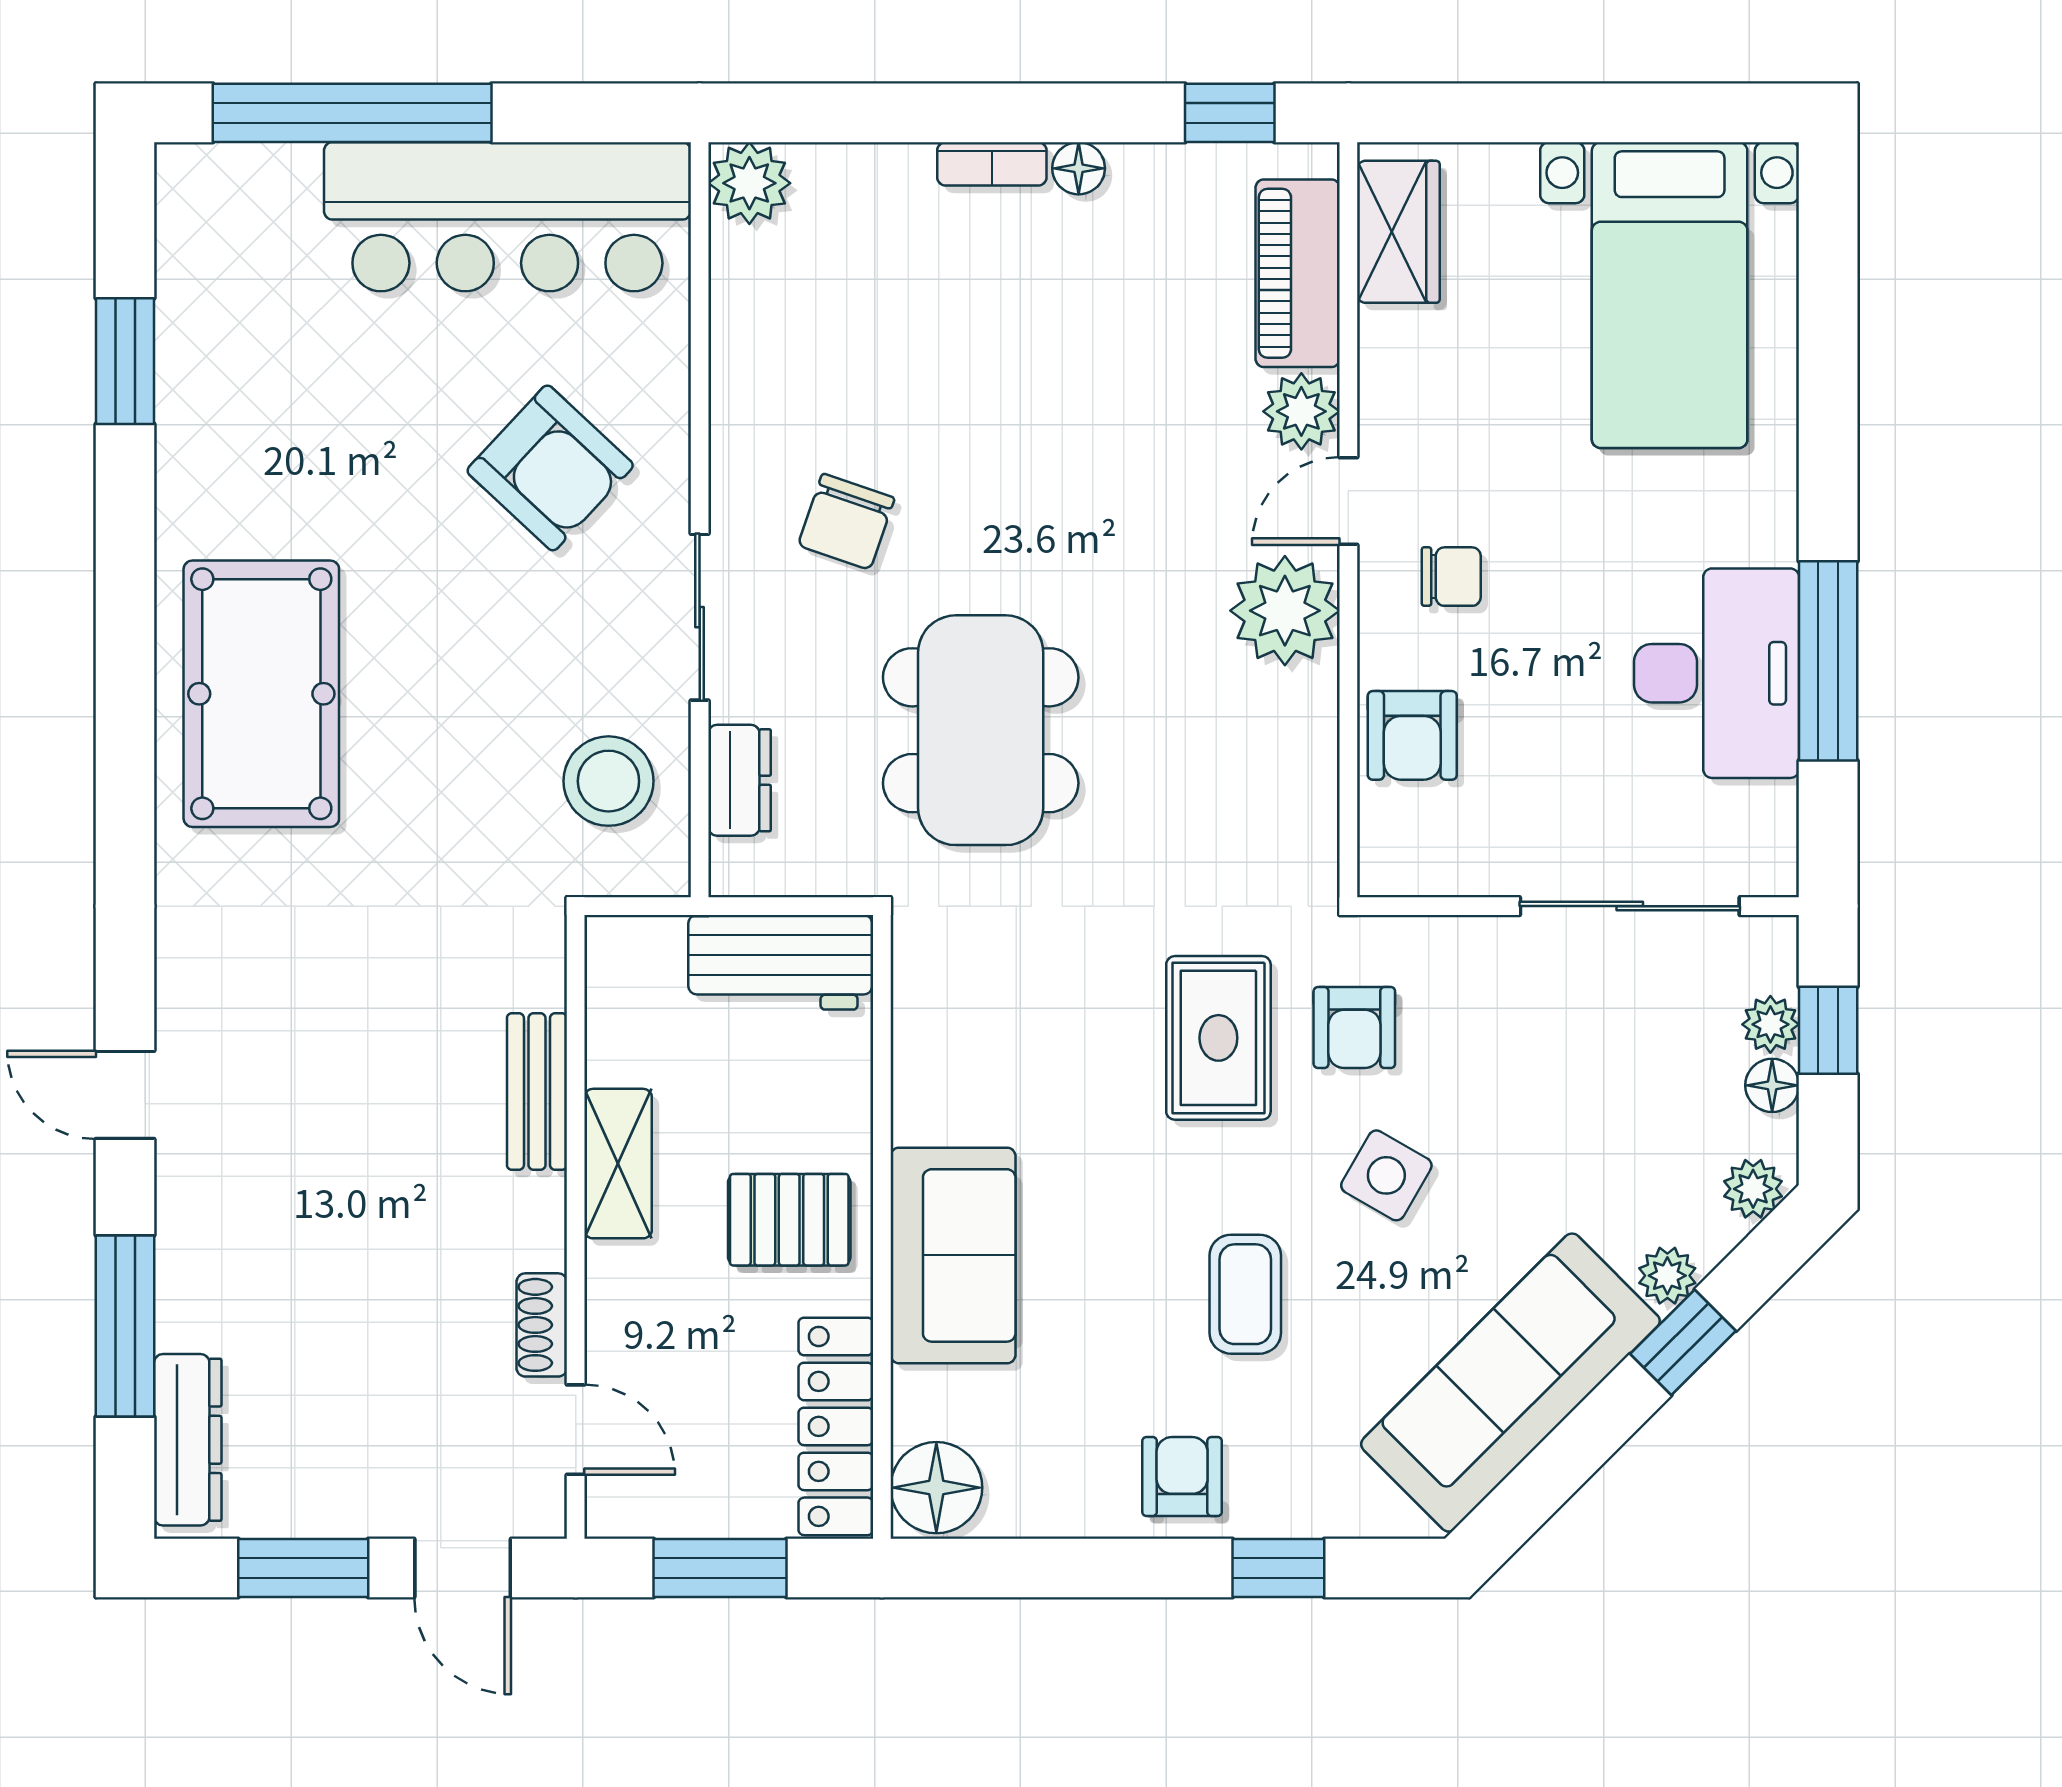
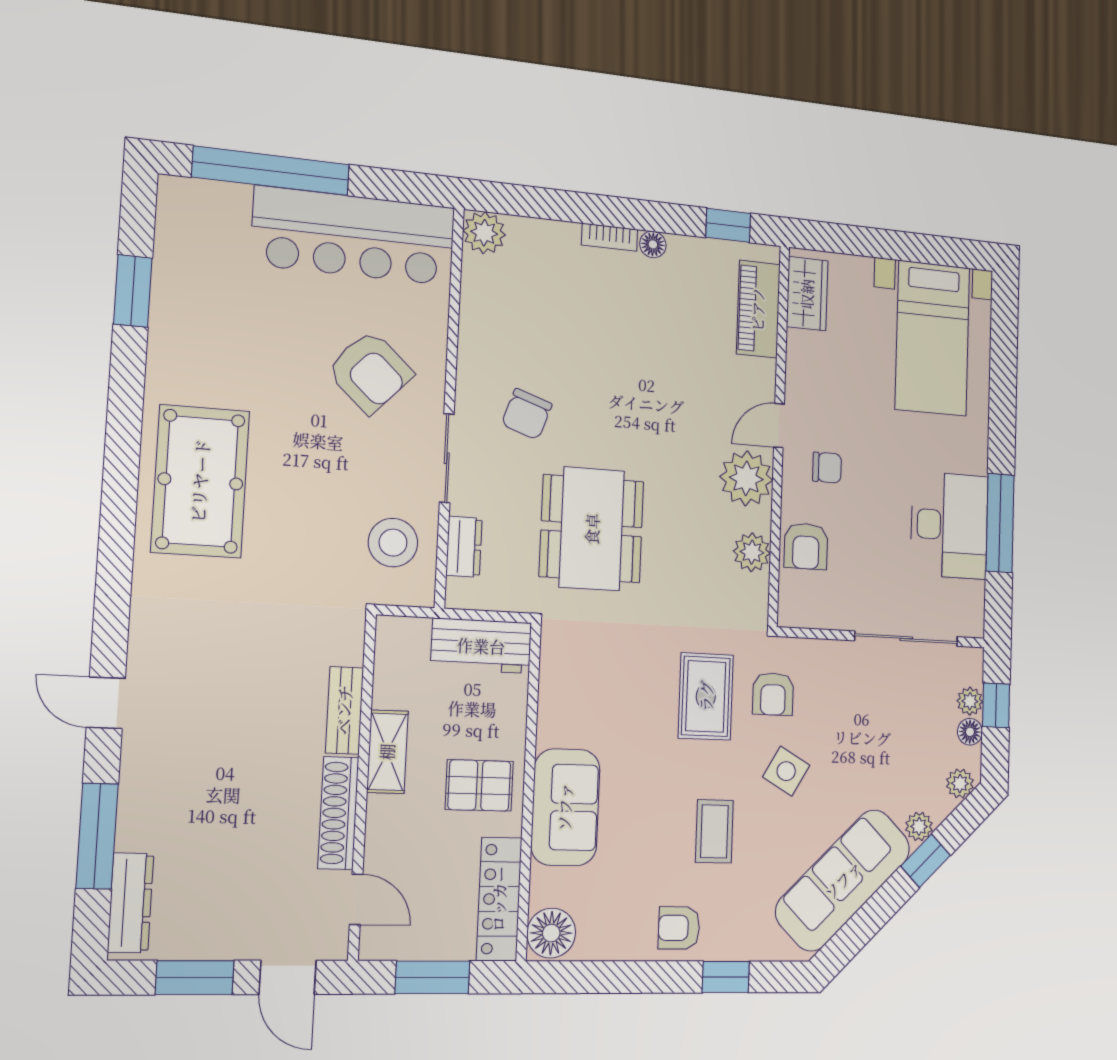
plant: (1301, 411) -> (752, 552), moved
shoe rack: (542, 1325) -> (338, 813), width x1.94, depth x1.24
armchair: (1182, 1477) -> (679, 928), turned -90

